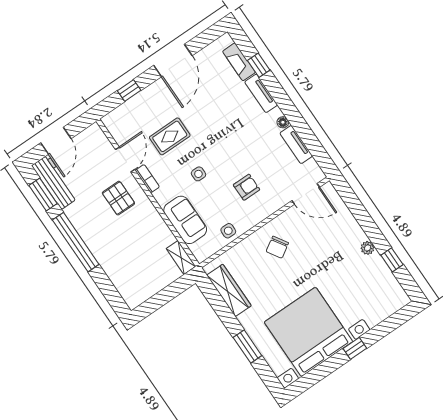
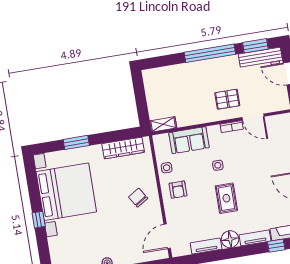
floor lamp: (283, 122) -> (230, 239), width x1.89, depth x1.89
rug: (170, 136) -> (226, 198), moved
armchair: (247, 187) -> (178, 190), moved

